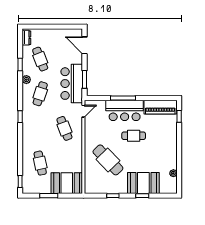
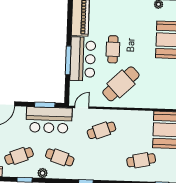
door: (83, 111) -> (82, 107), hinge flipped
cafe table: (108, 160) -> (121, 84), moved

